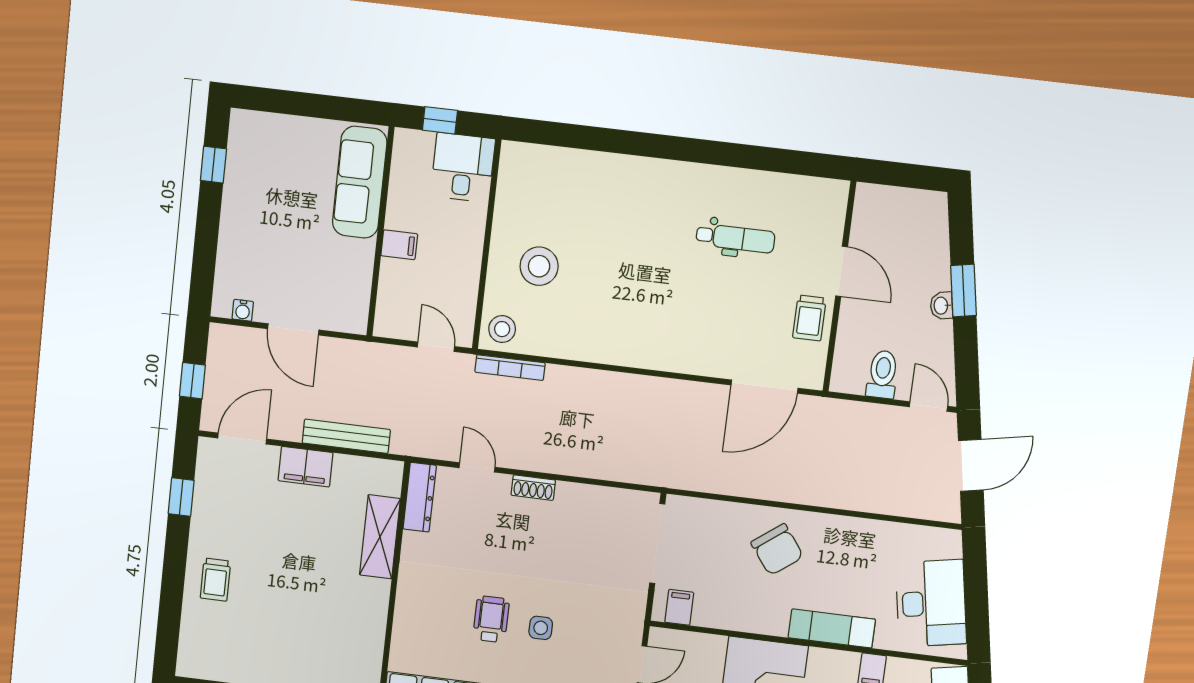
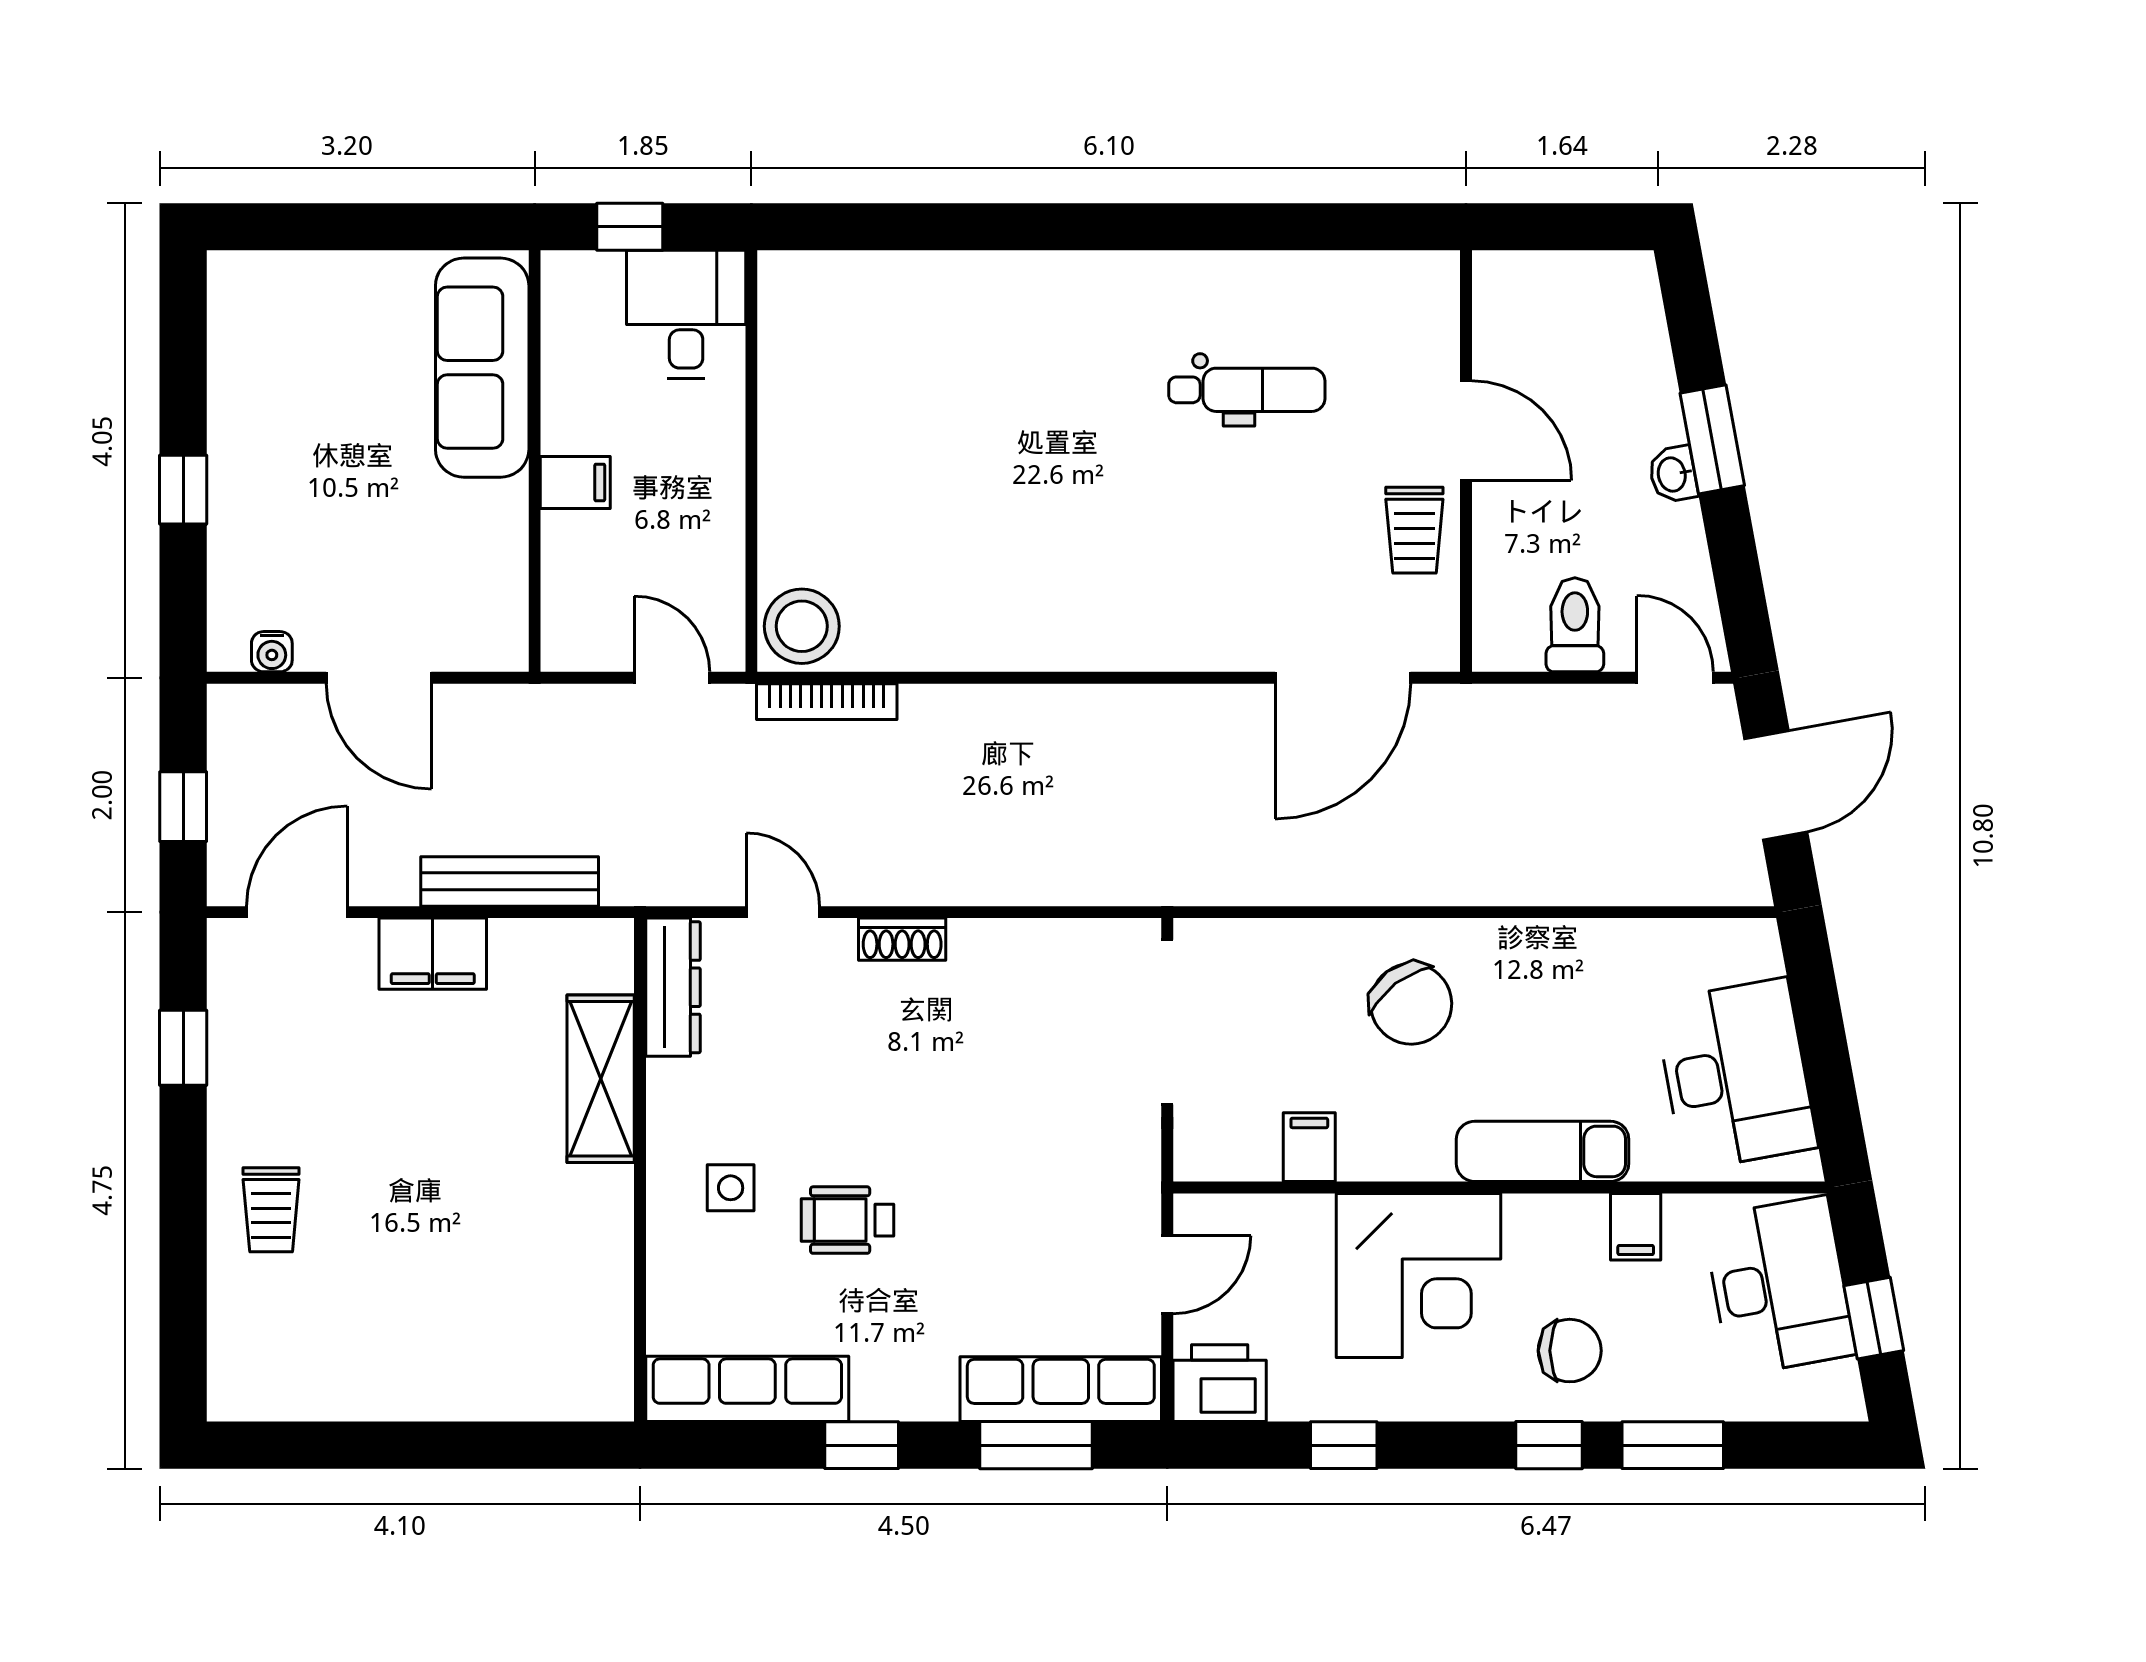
window: (213, 165) -> (183, 490), moved
stool: (539, 266) -> (862, 492), removed
stool: (502, 329) -> (802, 626), width x1.38, depth x1.38
filing cabinet: (679, 607) -> (1309, 1147), moved
wheelchair: (491, 619) -> (847, 1220), turned -90
side table: (541, 628) -> (731, 1188), moved

